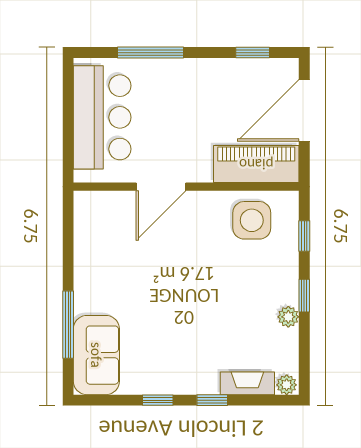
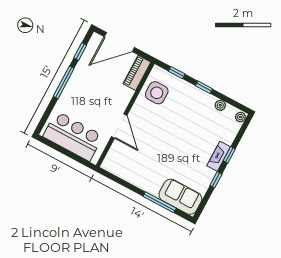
window: (151, 53) -> (64, 82), moved
door: (304, 110) -> (119, 42), hinge flipped
piano: (256, 164) -> (137, 73), width x0.73, depth x0.75
plant: (288, 317) -> (220, 105), moved
fireplace: (247, 383) -> (219, 156), moved

